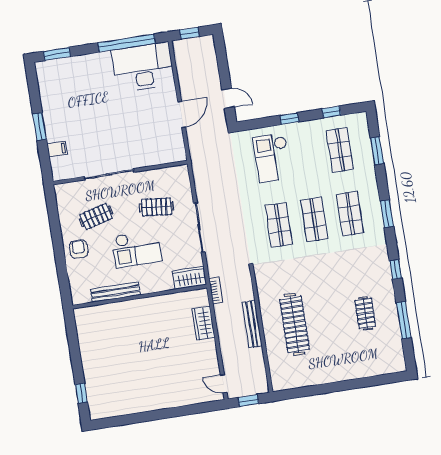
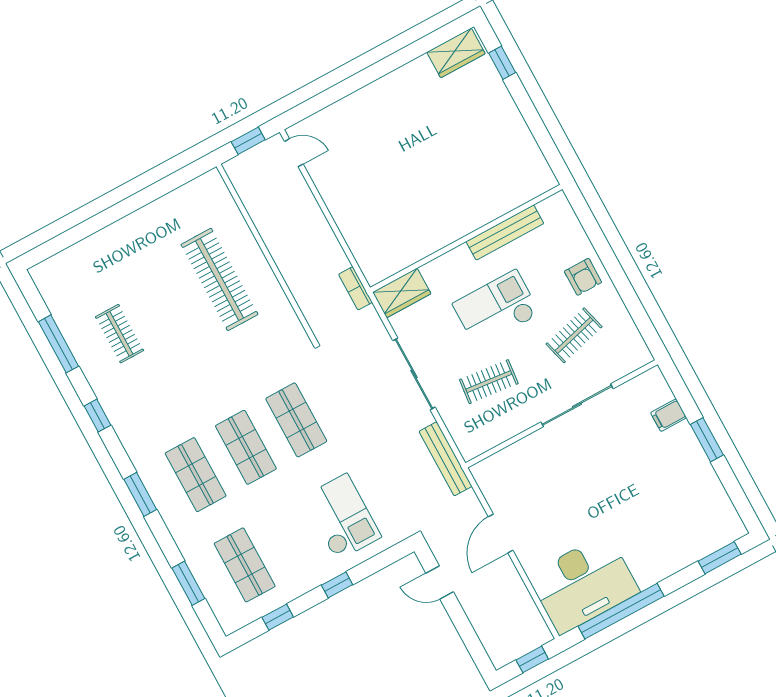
wardrobe: (203, 323) -> (456, 53), moved, turned 90
bench: (252, 324) -> (446, 459), moved

